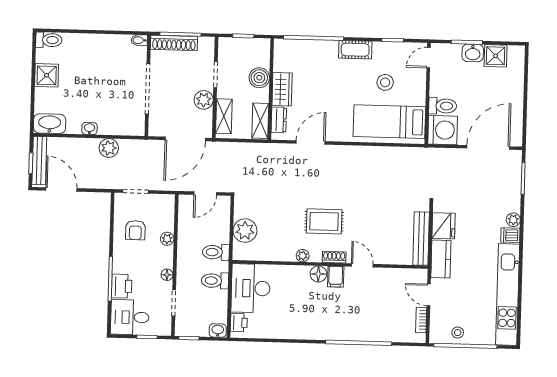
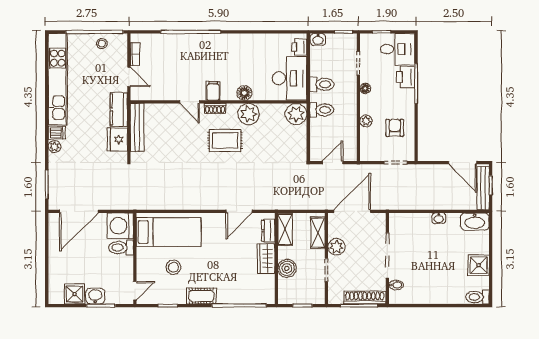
bidet: (139, 40) -> (396, 285), moved
plant: (109, 148) -> (421, 201), removed
plant: (245, 231) -> (296, 114), moved
plant: (303, 256) -> (248, 114), width x1.88, depth x1.88
floor lamp: (318, 274) -> (244, 93), moved

